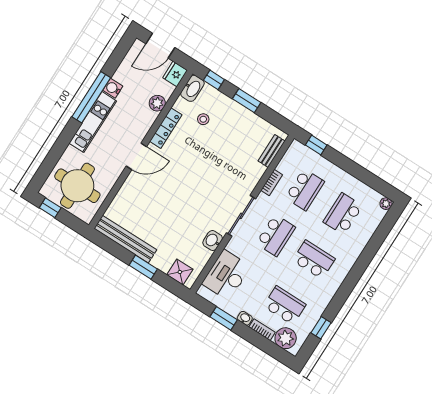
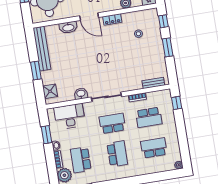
washbasin: (192, 88) -> (68, 27), moved
locker: (166, 128) -> (112, 19), width x0.66
school desk: (276, 235) -> (112, 123), turned 180
school desk: (285, 305) -> (81, 160), turned 180

